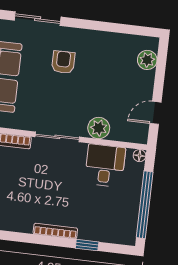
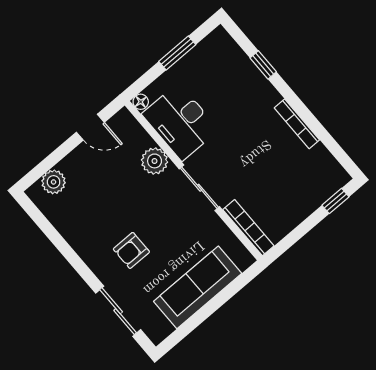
desk: (105, 165) -> (180, 122), width x1.37
window: (145, 205) -> (177, 53), width x0.47
bookcase: (55, 231) -> (297, 124), moved

